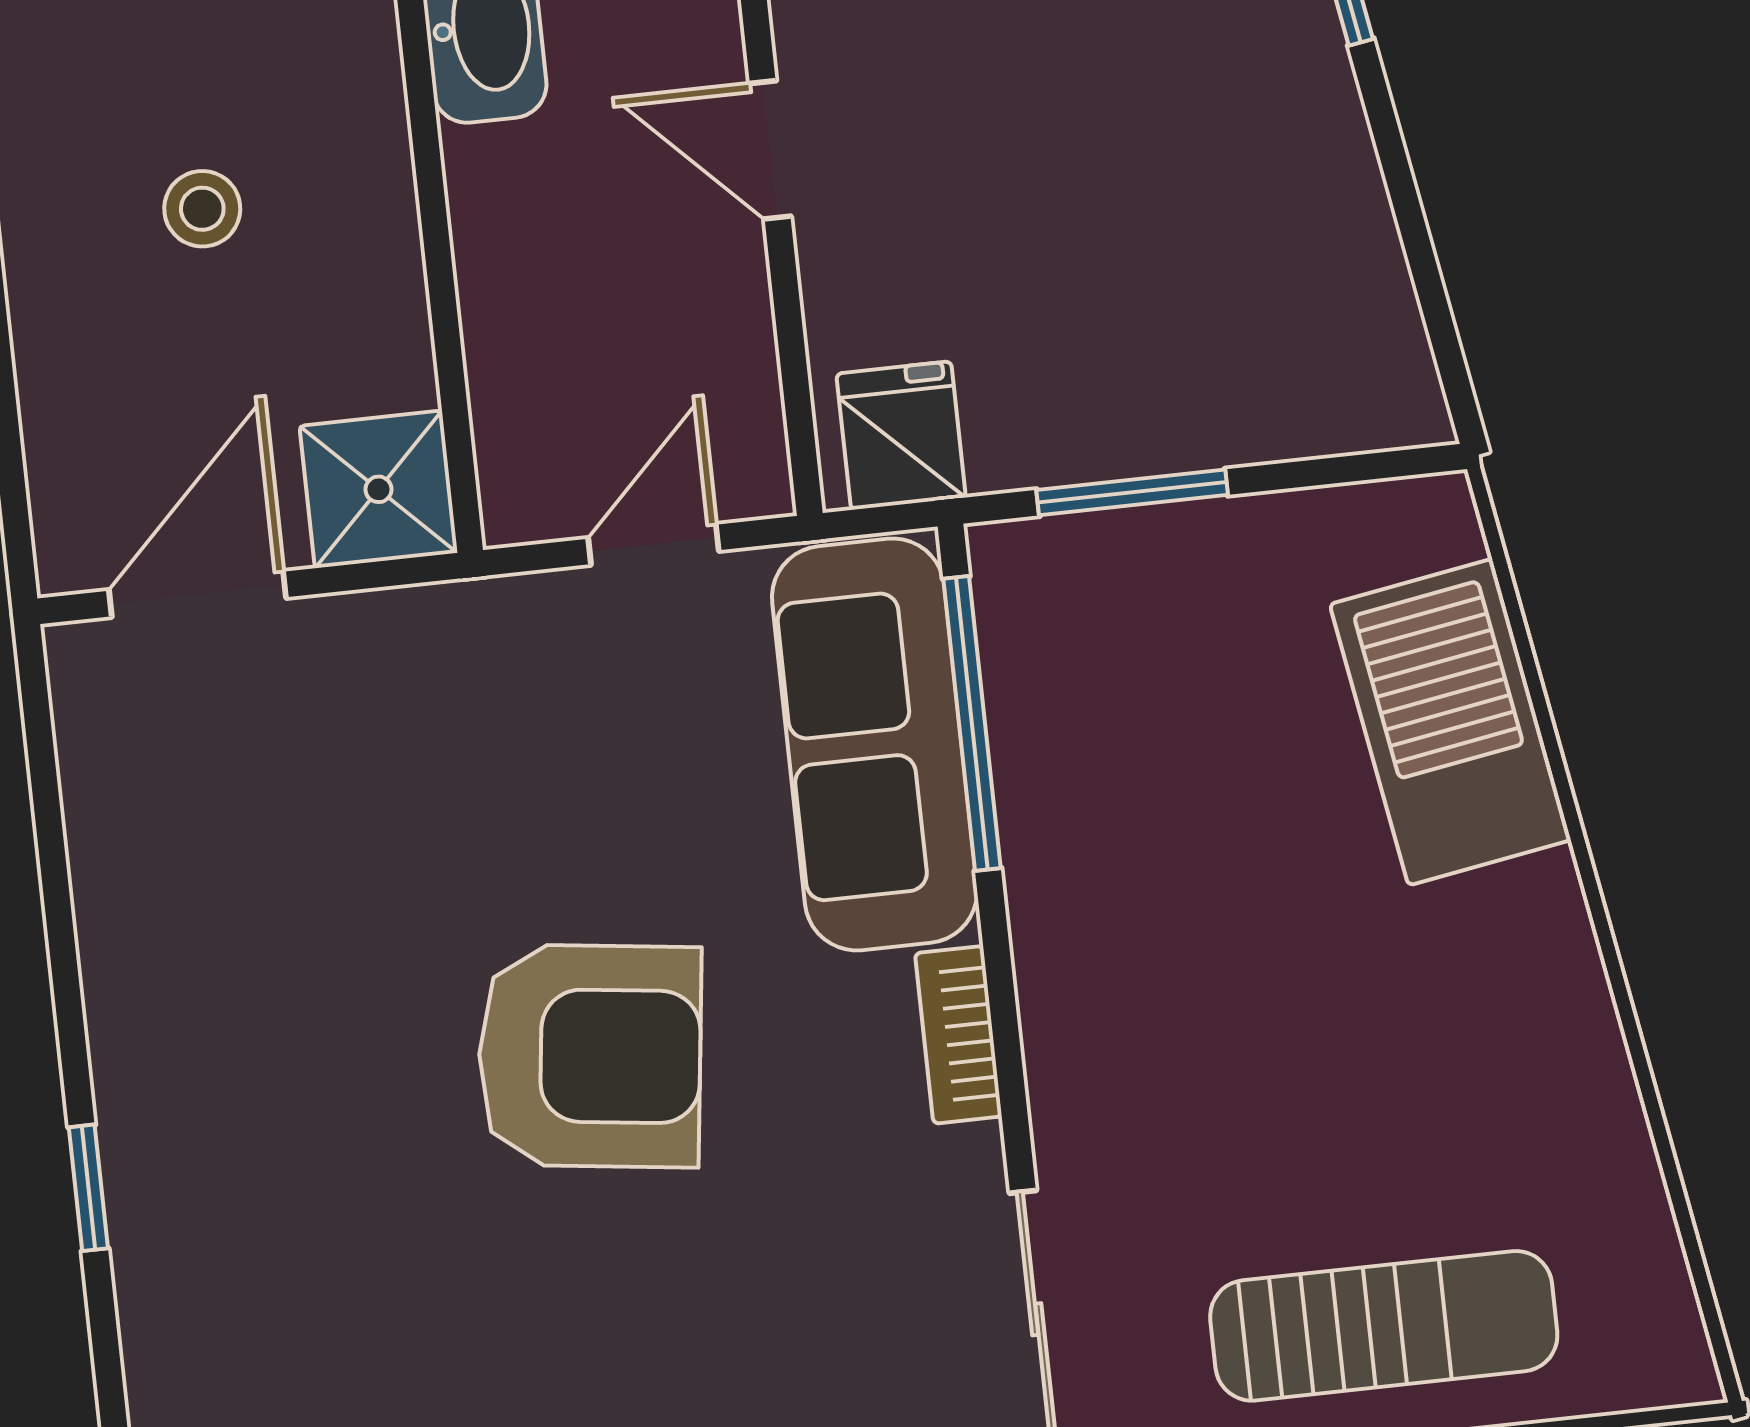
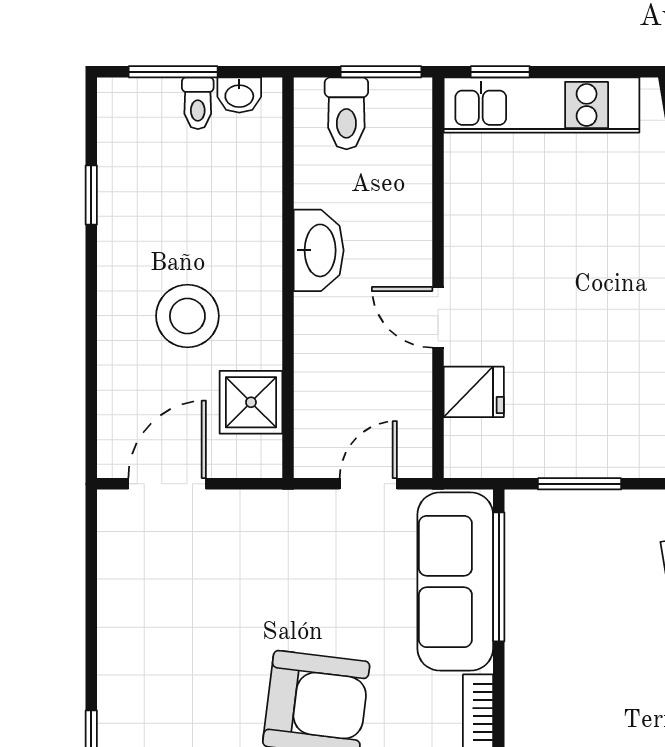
stool: (202, 209) -> (187, 316), width x1.89, depth x1.89
fridge: (901, 436) -> (474, 392), moved, turned 90
shower: (378, 489) -> (251, 402), moved

